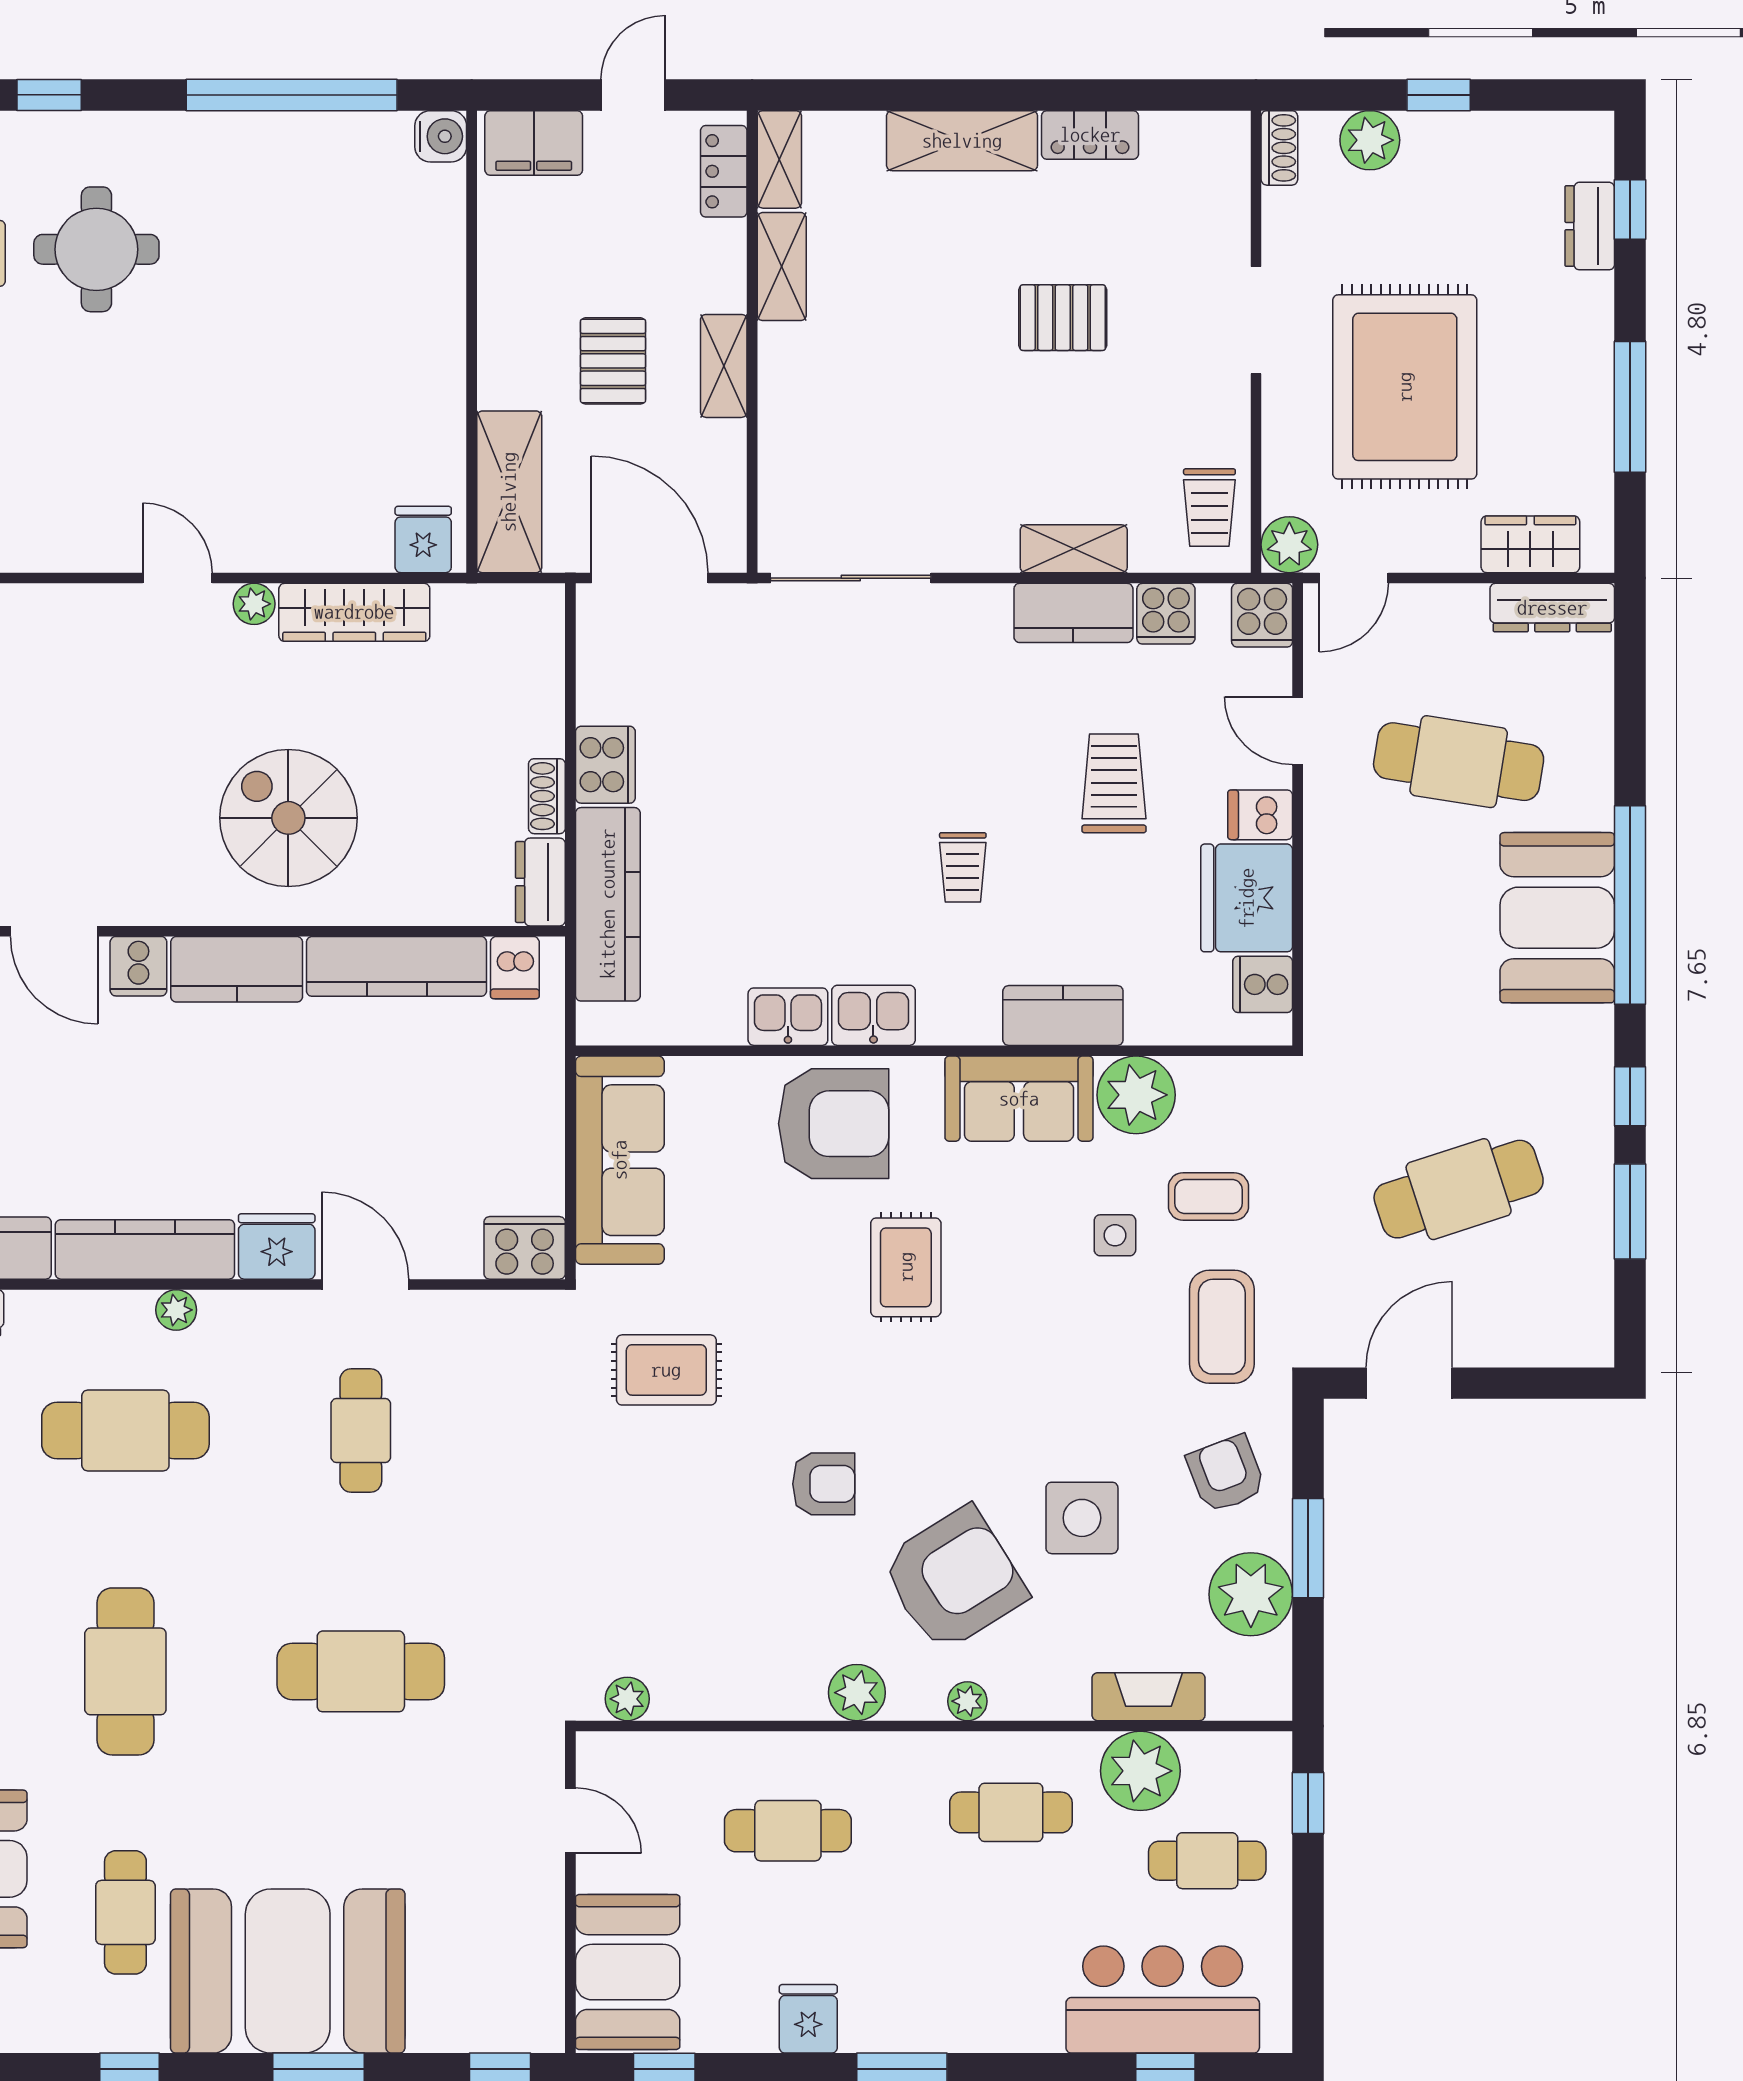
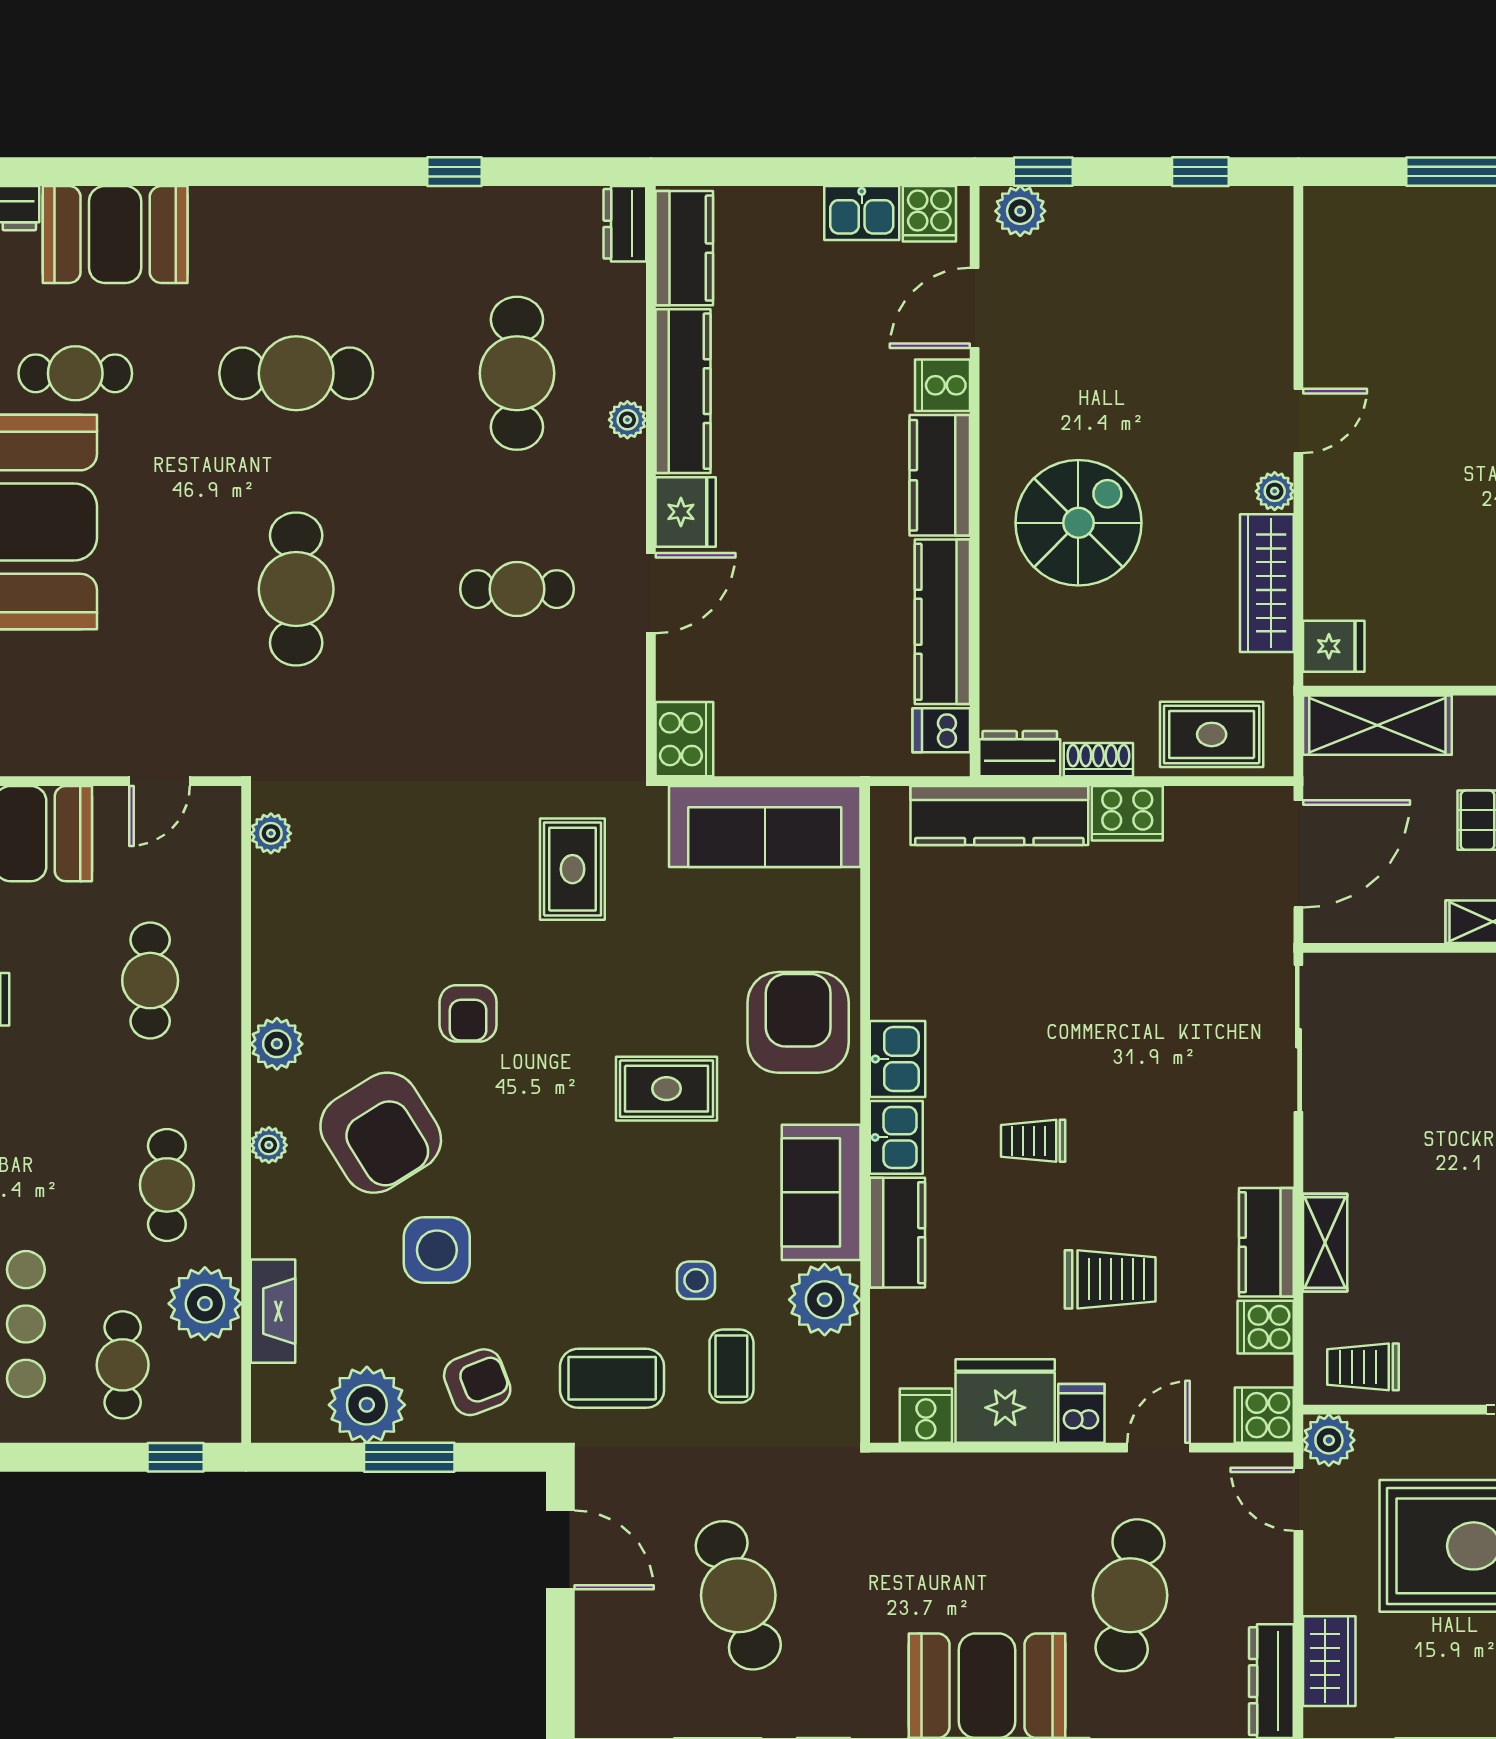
rug: (519, 673) -> (1212, 734), added
kitchen sink: (788, 1017) -> (896, 1137), moved
armchair: (834, 1124) -> (798, 1022), turned 180

